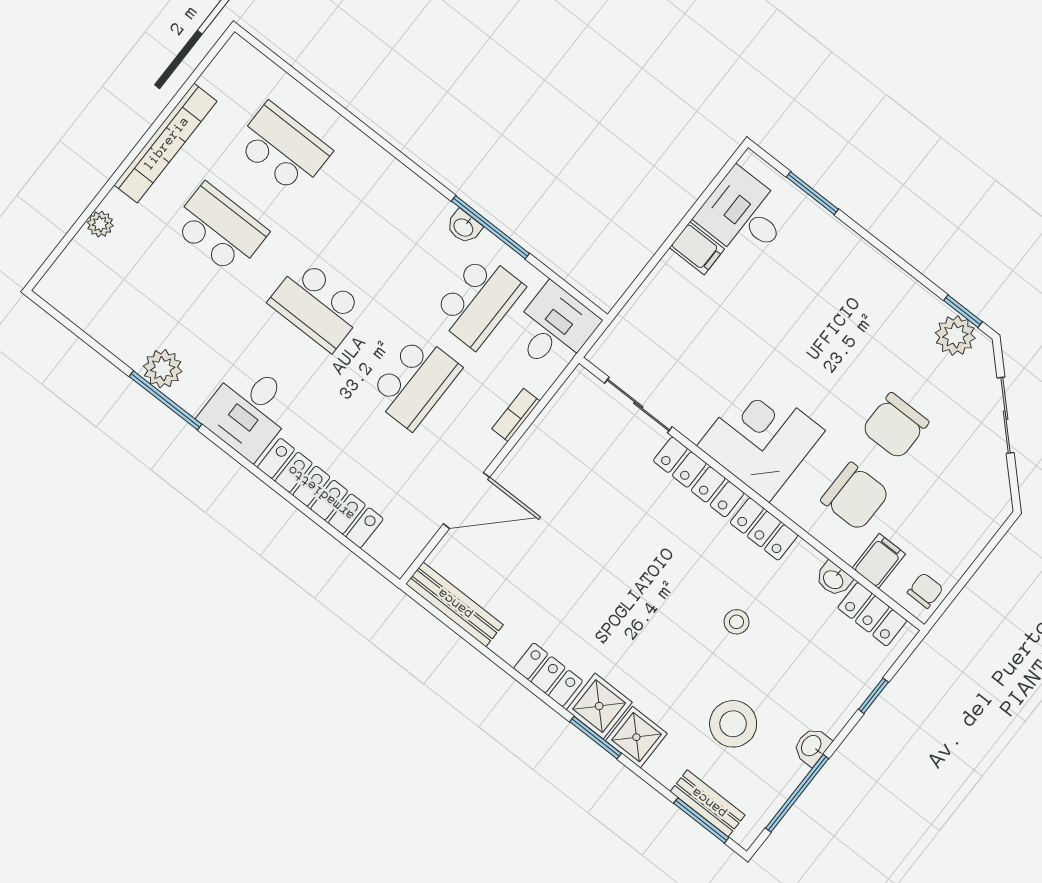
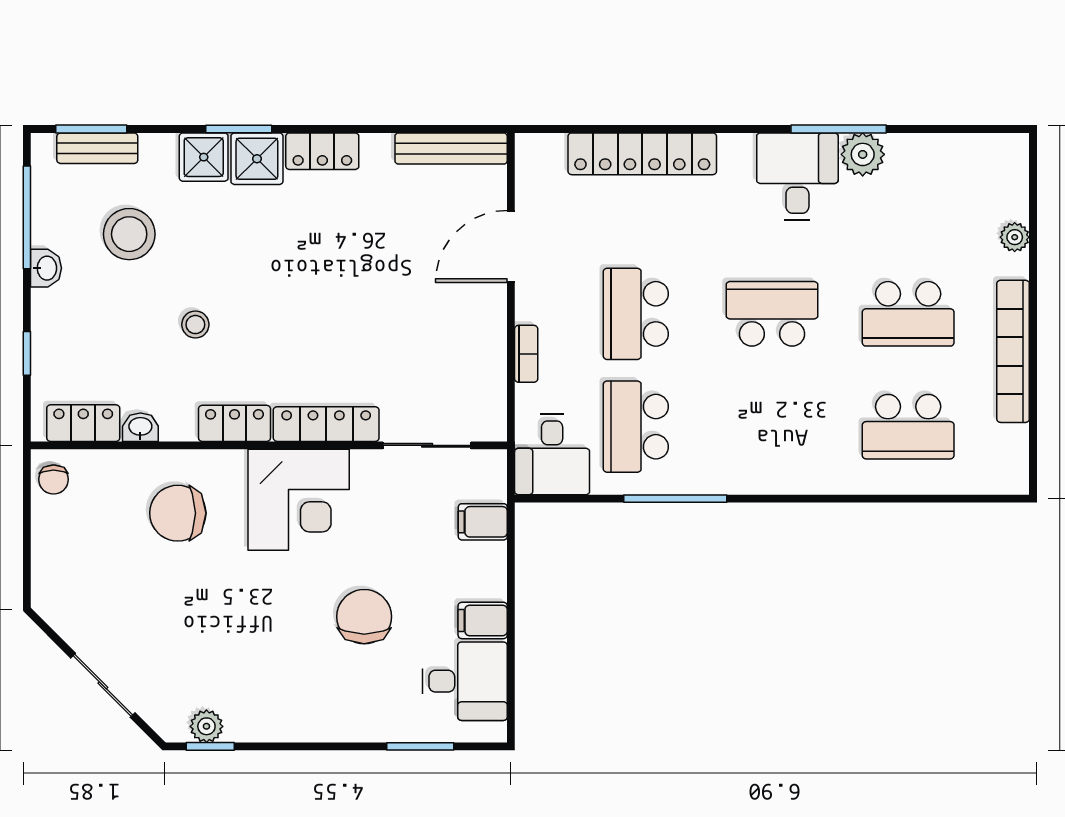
washbasin: (464, 227) -> (699, 481), removed
plant: (955, 335) -> (206, 726), width x0.73, depth x0.73
desk: (249, 410) -> (797, 177), moved
chair: (895, 426) -> (364, 617), moved
filing cabinet: (879, 561) -> (483, 522), moved, turned 90

